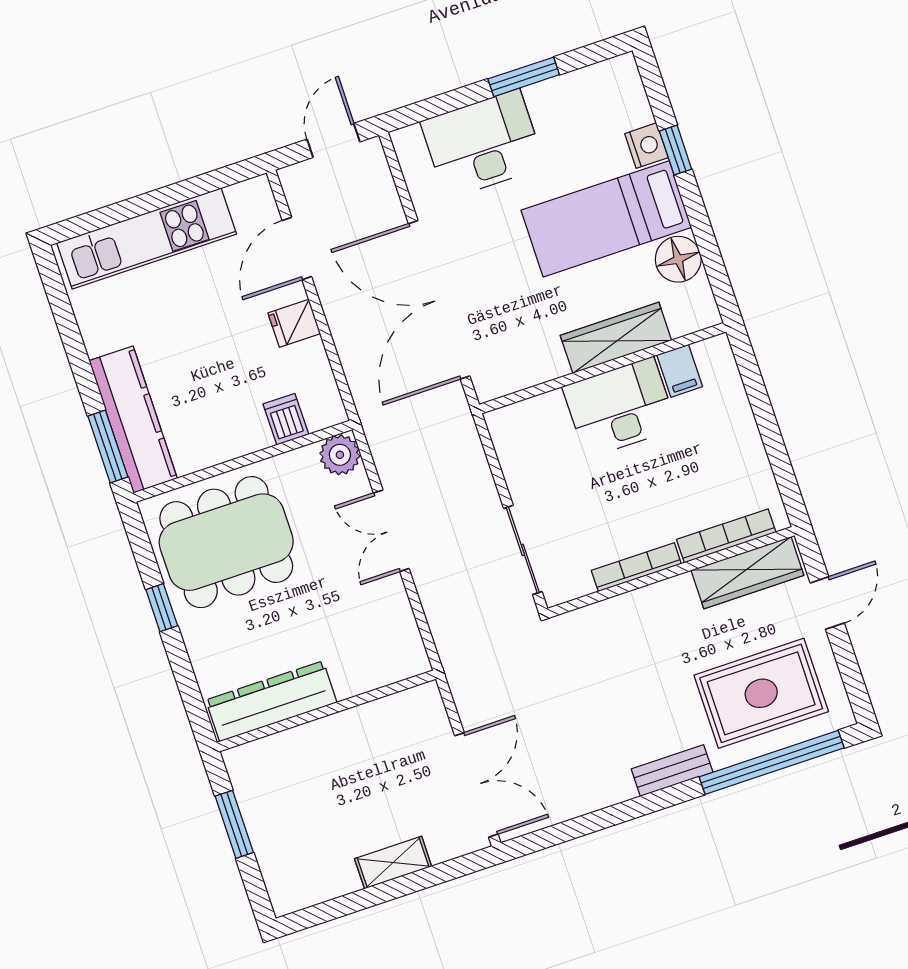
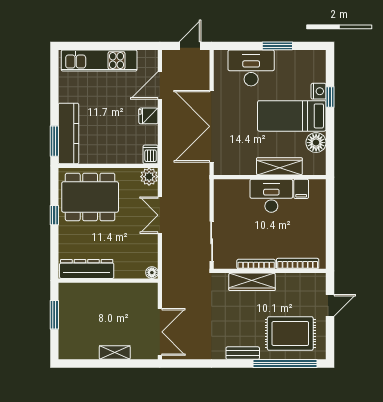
dishwasher: (286, 419) -> (151, 154), moved
wardrobe: (747, 573) -> (252, 282), moved
floor lamp: (416, 662) -> (152, 273), added

